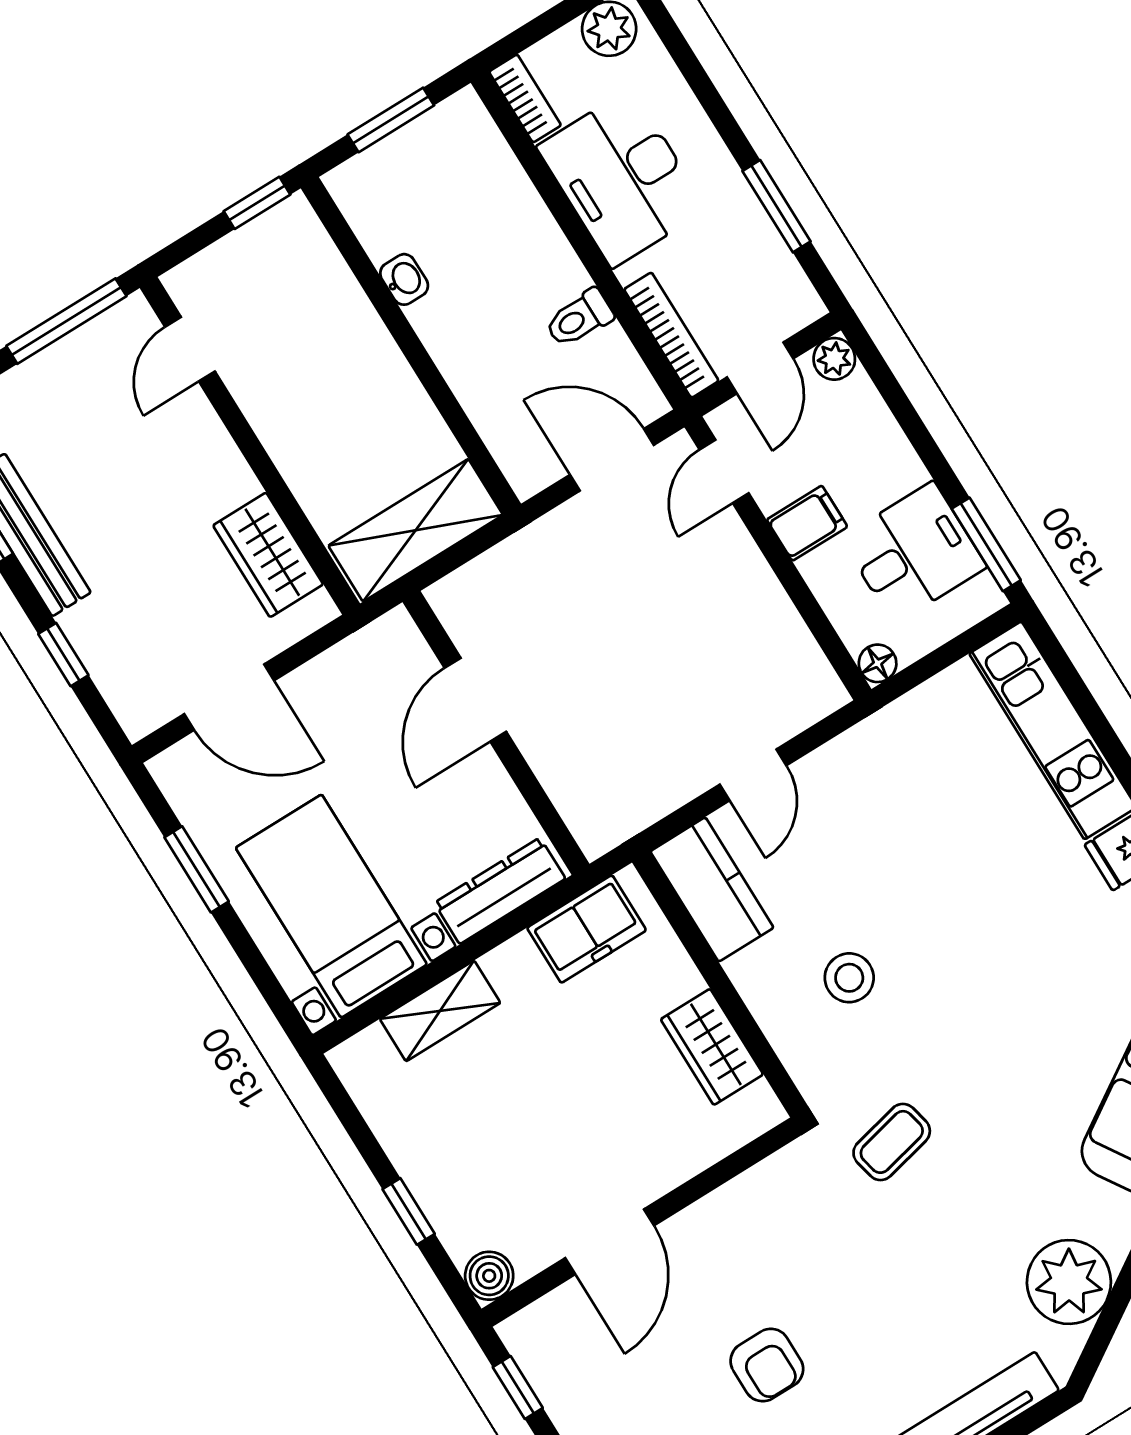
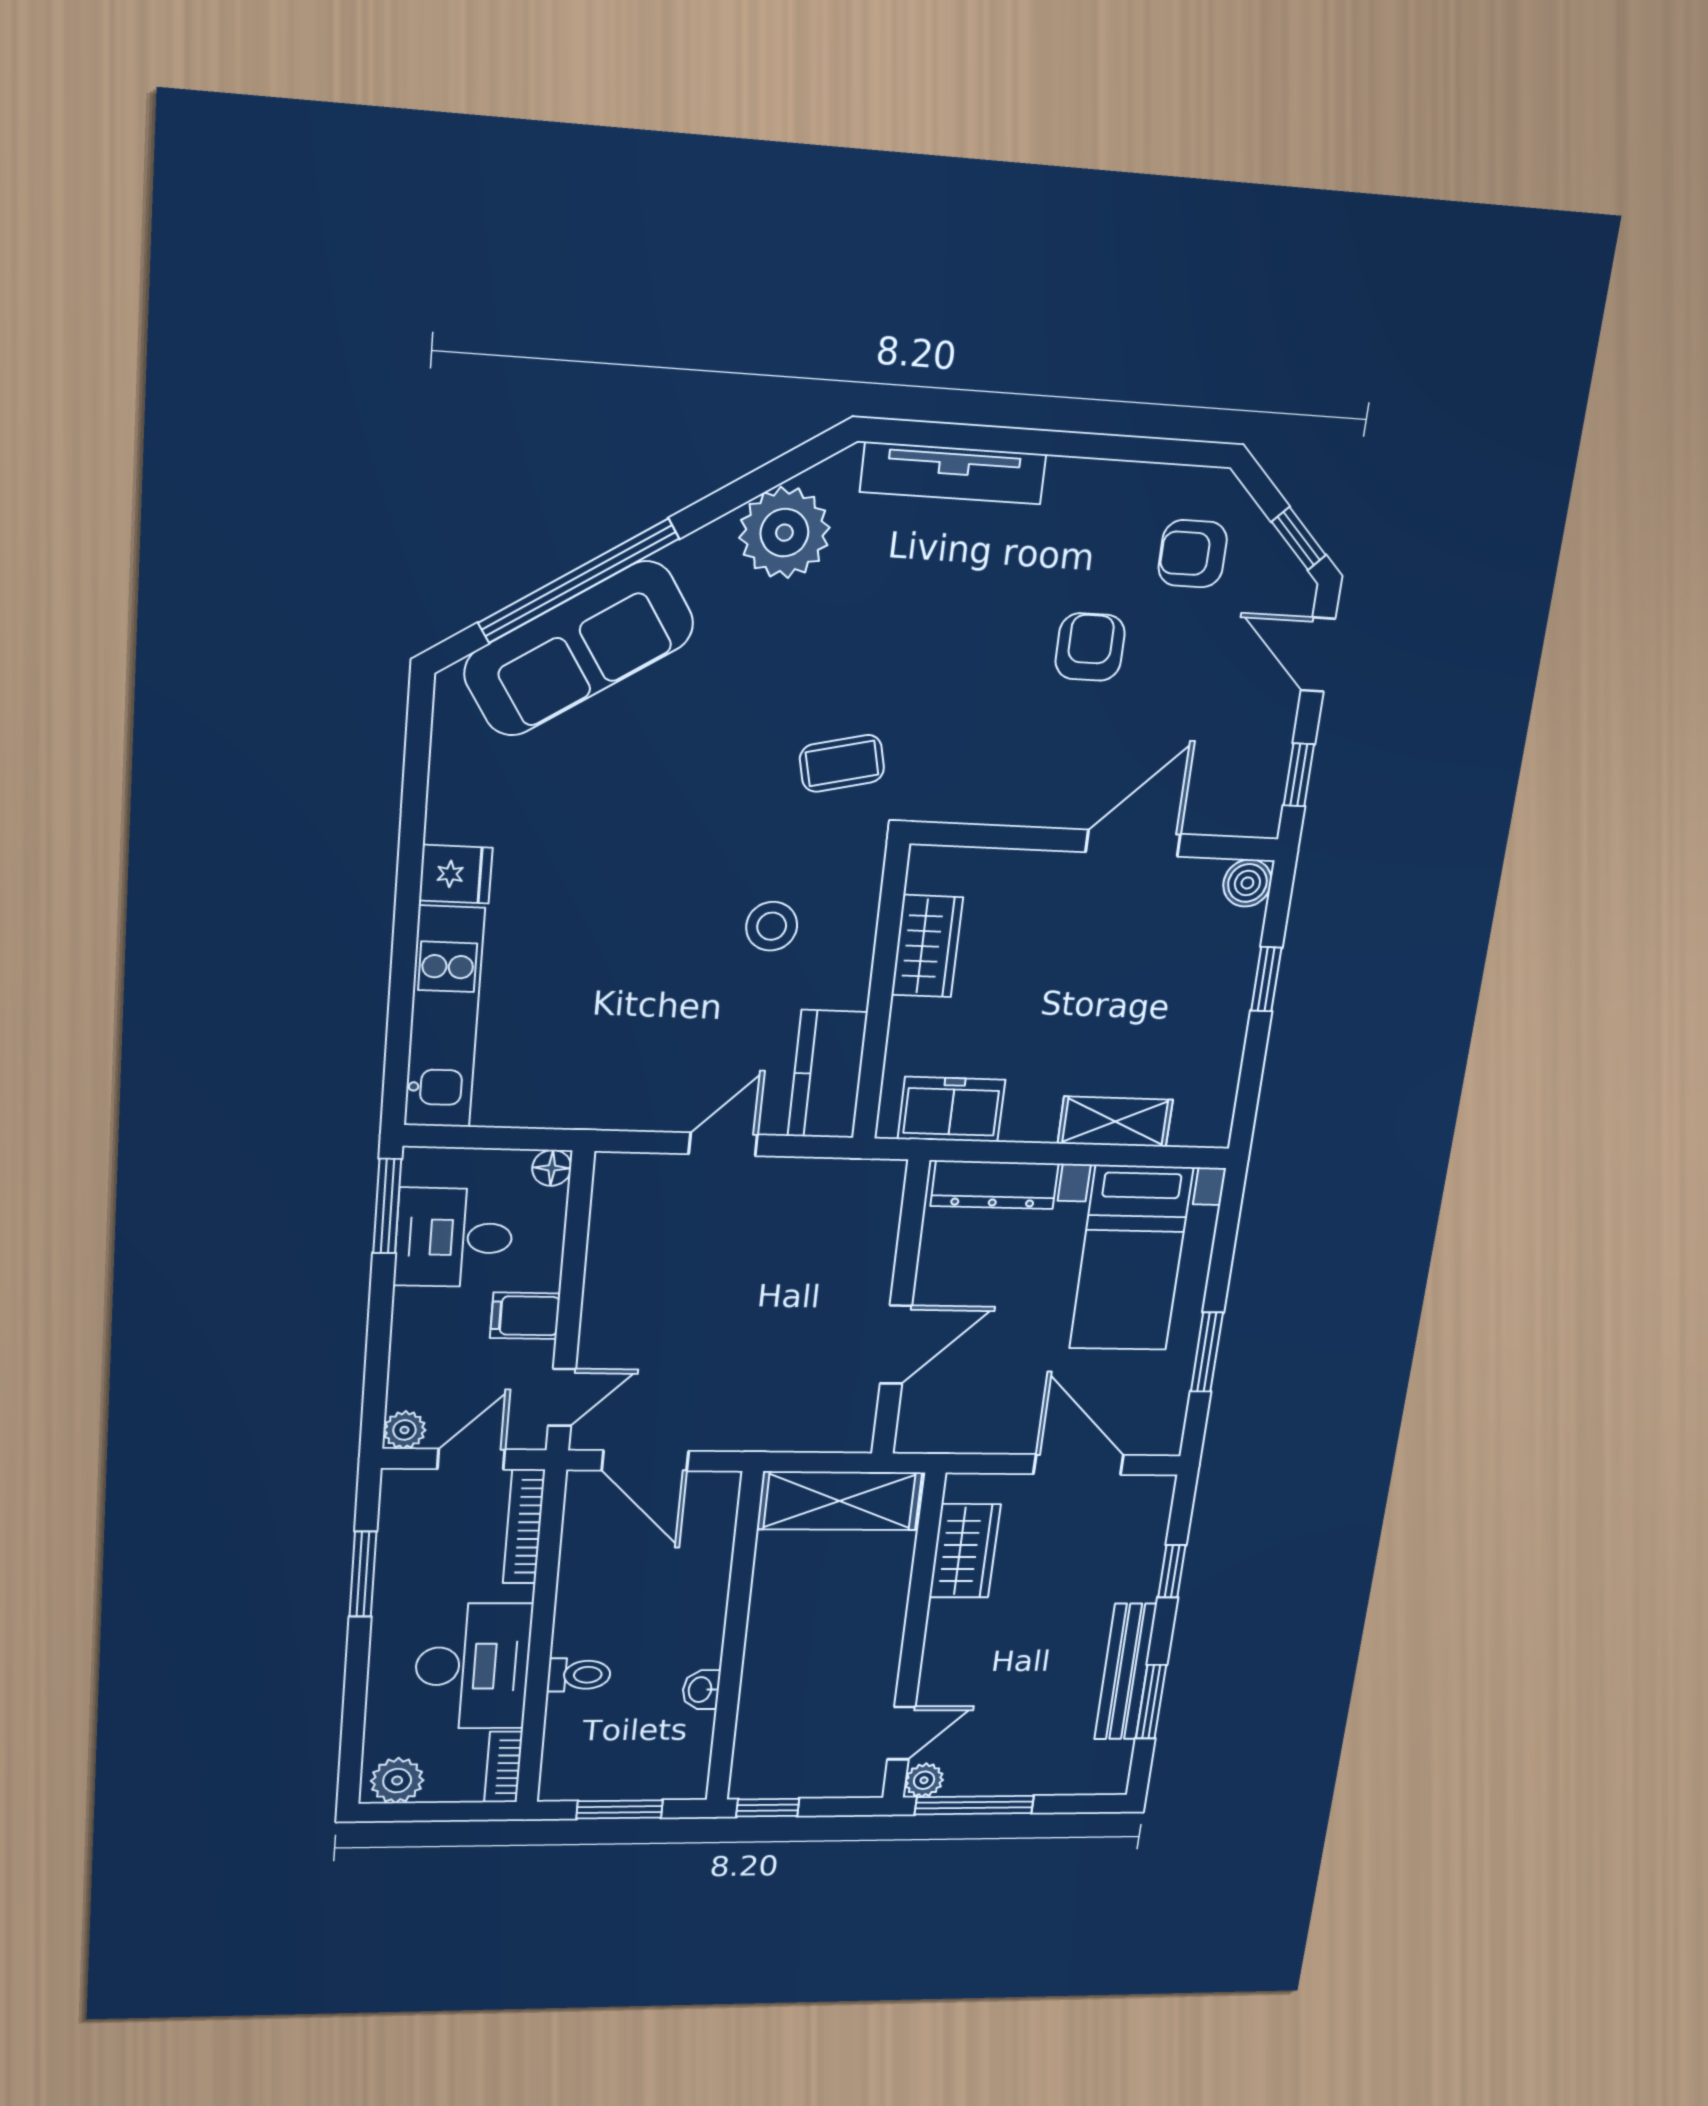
plant: (133, 317) -> (924, 1780), added
toilet: (579, 318) -> (579, 1675), moved

